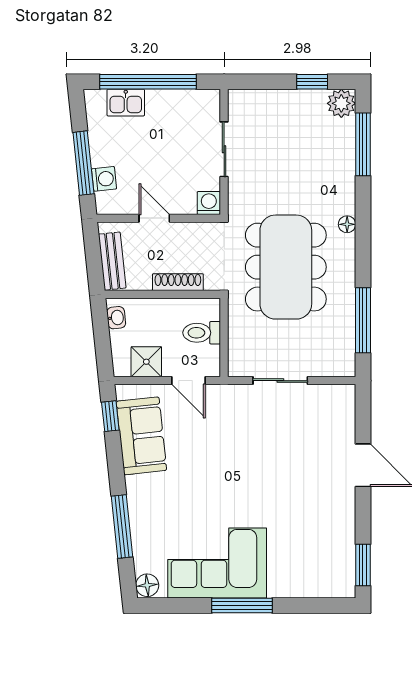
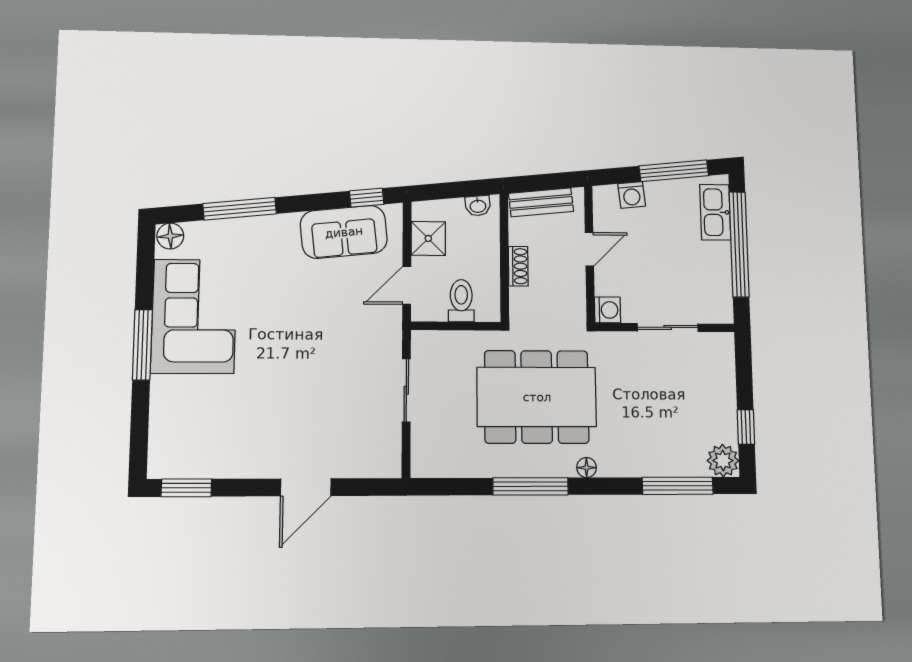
kitchen sink: (126, 103) -> (715, 212), width x1.38
window: (83, 163) -> (674, 171), moved
shoe rack: (178, 282) -> (518, 266), width x0.70
window: (363, 320) -> (531, 486), moved

